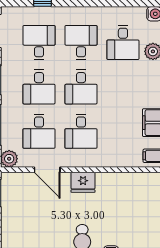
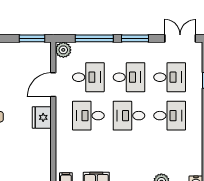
desk: (123, 43) -> (170, 154), removed
desk: (39, 87) -> (129, 77), turned 180
desk: (39, 131) -> (88, 77), turned 180

